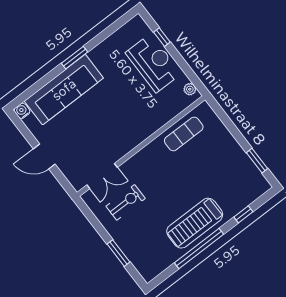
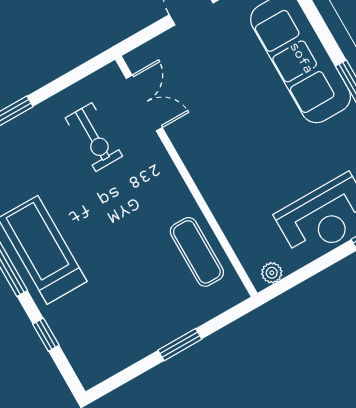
window: (257, 161) -> (180, 345), moved
double door: (102, 176) -> (144, 103), swing flipped

